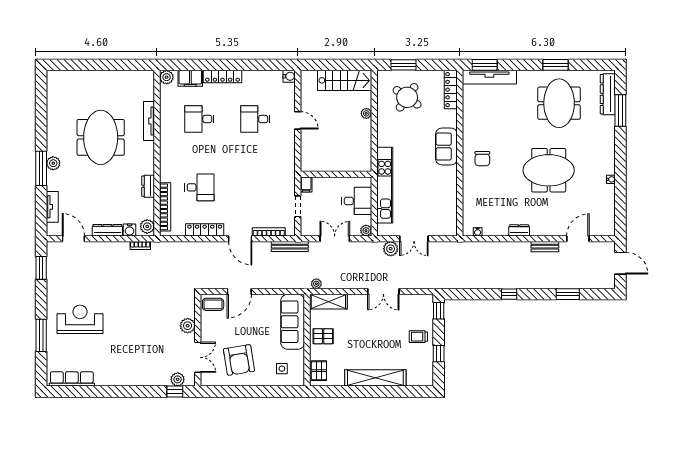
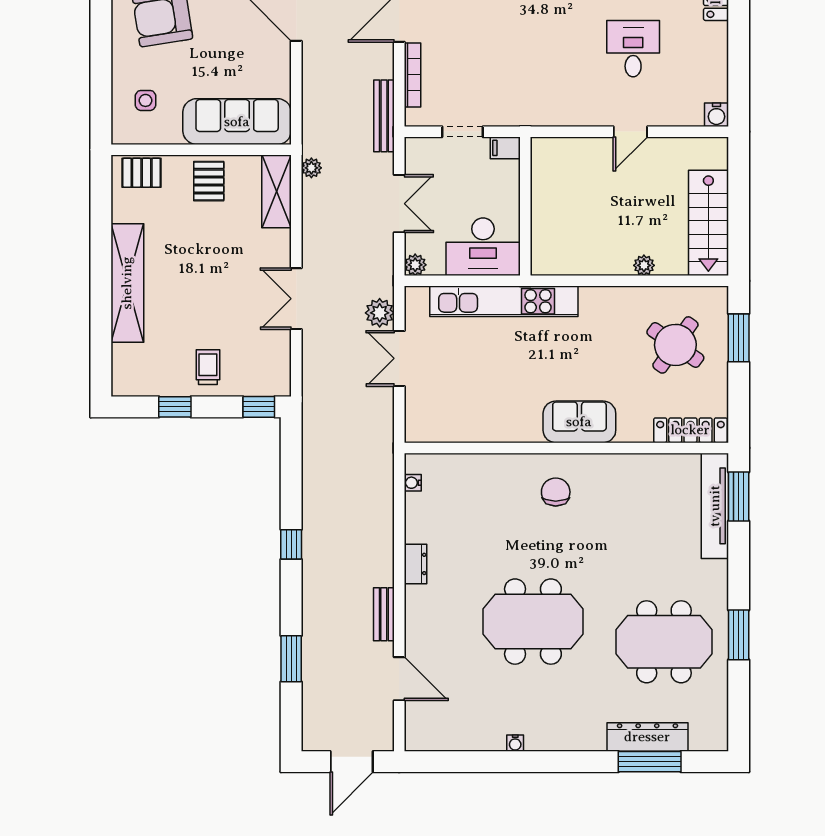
dresser: (608, 94) -> (647, 737), moved
chair: (482, 159) -> (556, 492), turned 90
meeting table: (549, 170) -> (533, 622), turned 90
desk: (357, 201) -> (483, 247), width x1.37

